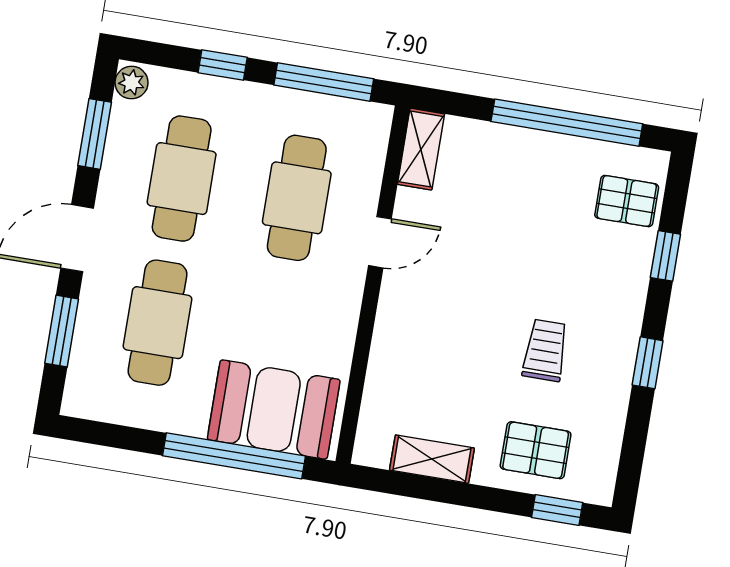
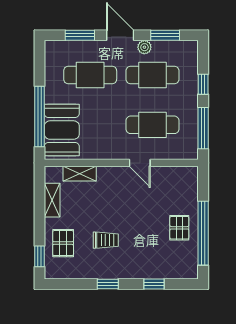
plant: (131, 83) -> (144, 47), moved
shelving: (421, 149) -> (80, 174), moved
pallet: (627, 201) -> (179, 228), moved

